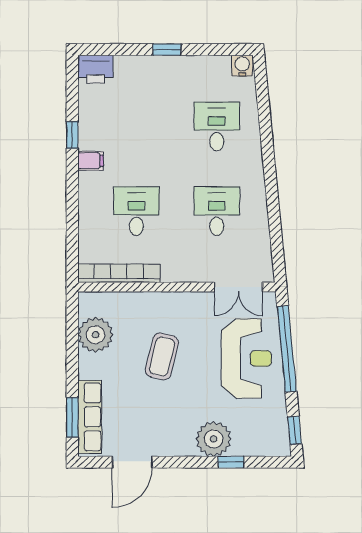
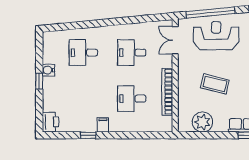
water cooler: (242, 66) -> (48, 70), moved
bookcase: (119, 273) -> (167, 92), moved
double door: (238, 287) -> (175, 40), swing flipped

